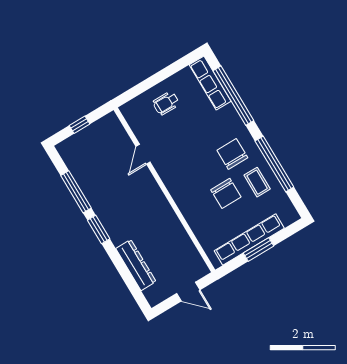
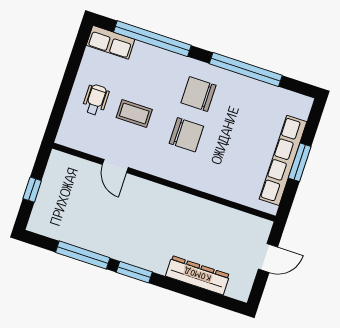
row of seats: (210, 83) -> (111, 42), width x0.68
wheelchair: (166, 103) -> (96, 100), turned 180
coffee table: (257, 182) -> (134, 113), moved
chair: (226, 193) -> (186, 135), moved

